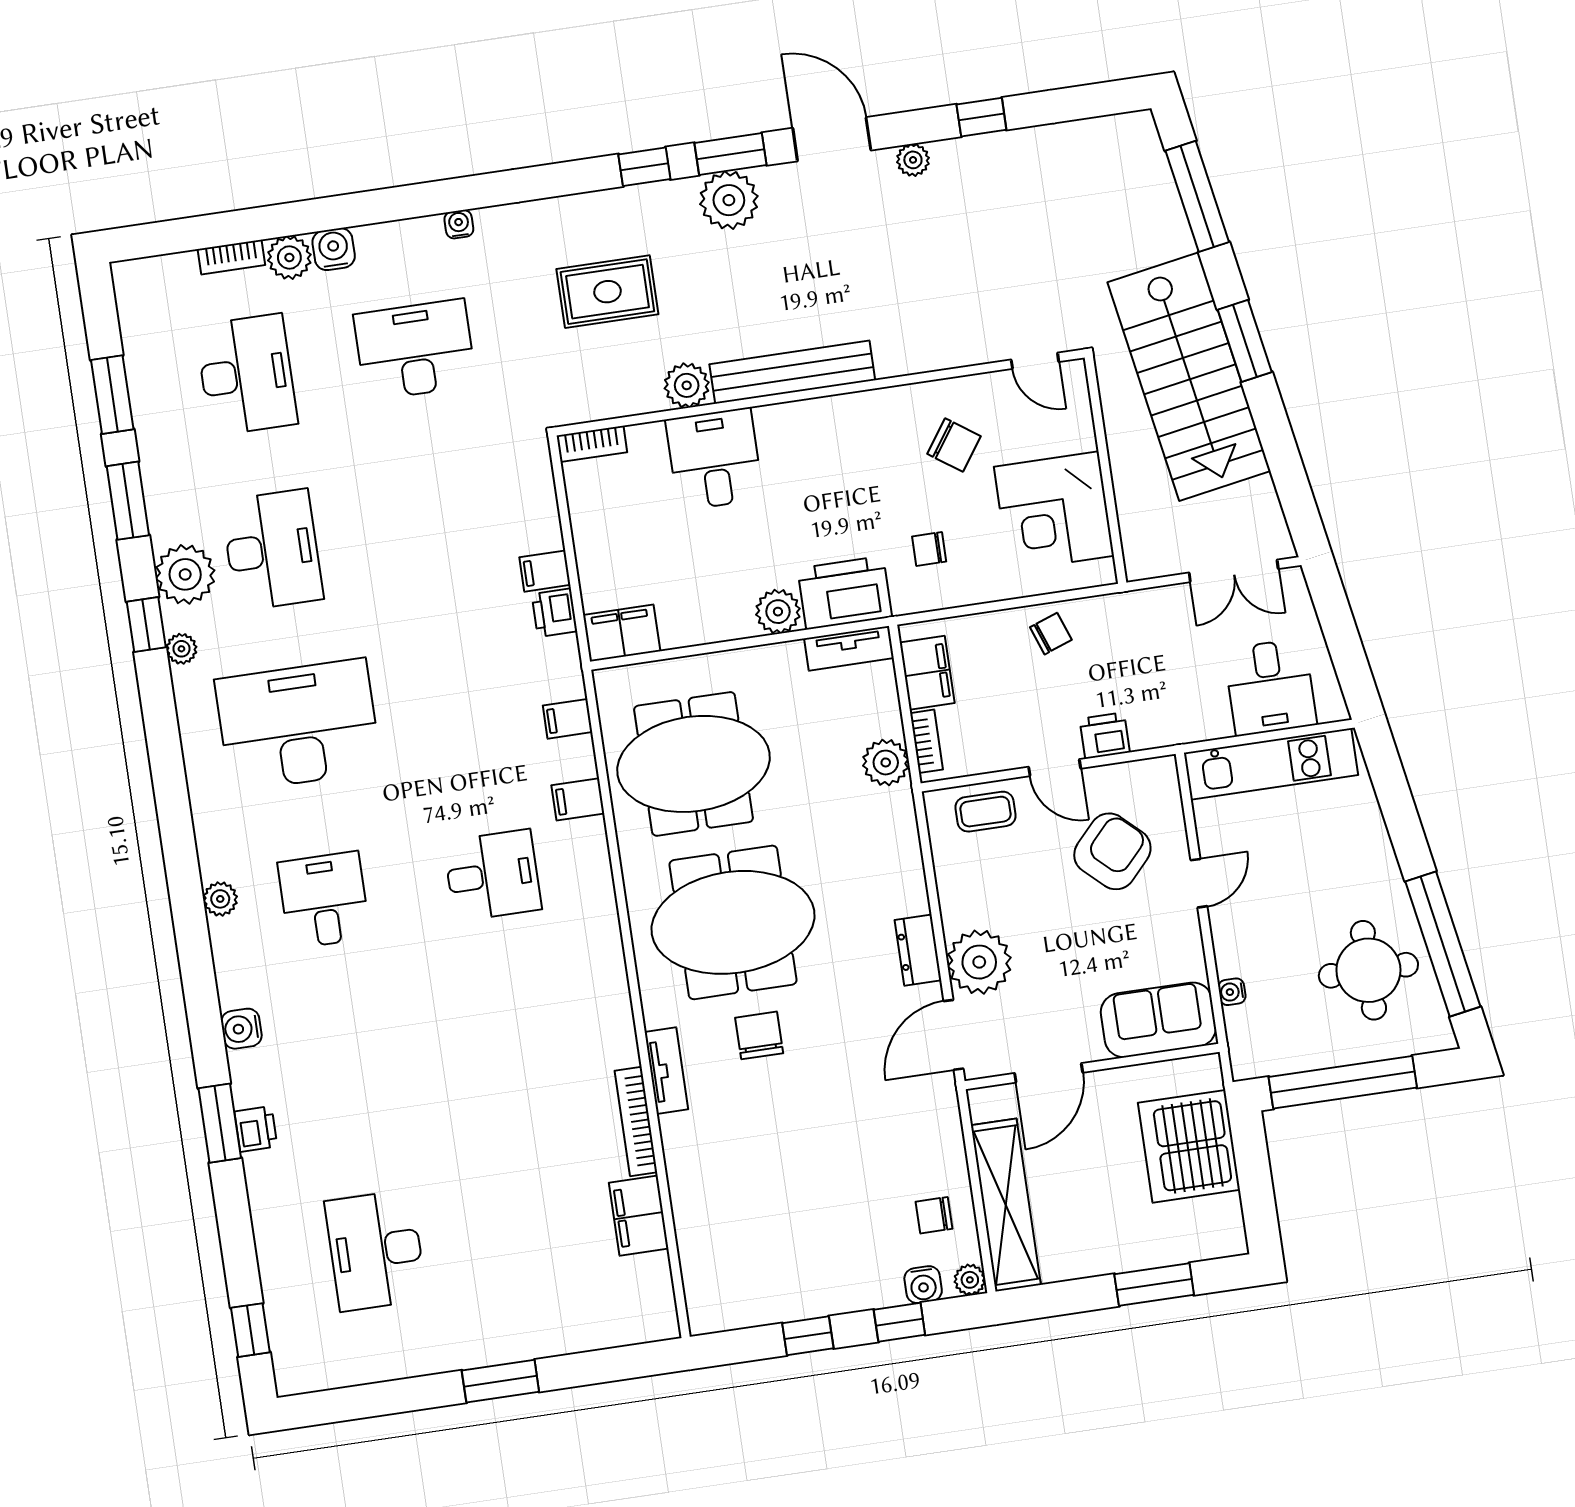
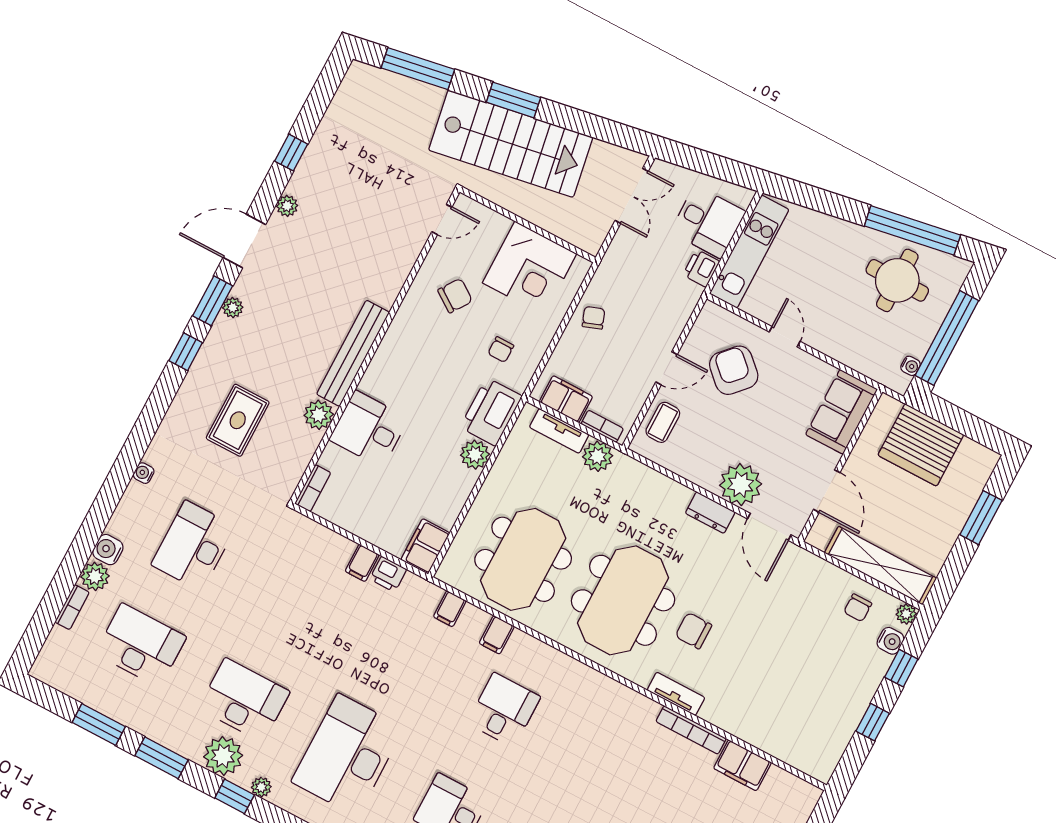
plant: (729, 200) -> (233, 308), width x0.53, depth x0.53
tv unit: (849, 648) -> (559, 431), moved, turned 90
printer: (1105, 736) -> (701, 268), moved
water cooler: (1232, 992) -> (911, 366), moved, turned -90

